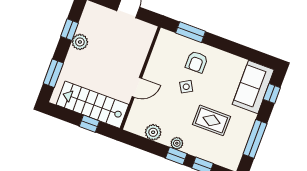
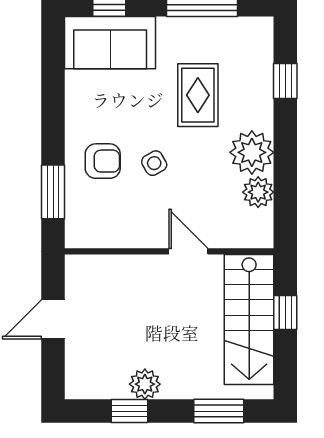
plant: (177, 143) -> (252, 152), width x1.88, depth x1.88
window: (176, 156) -> (285, 135), removed

